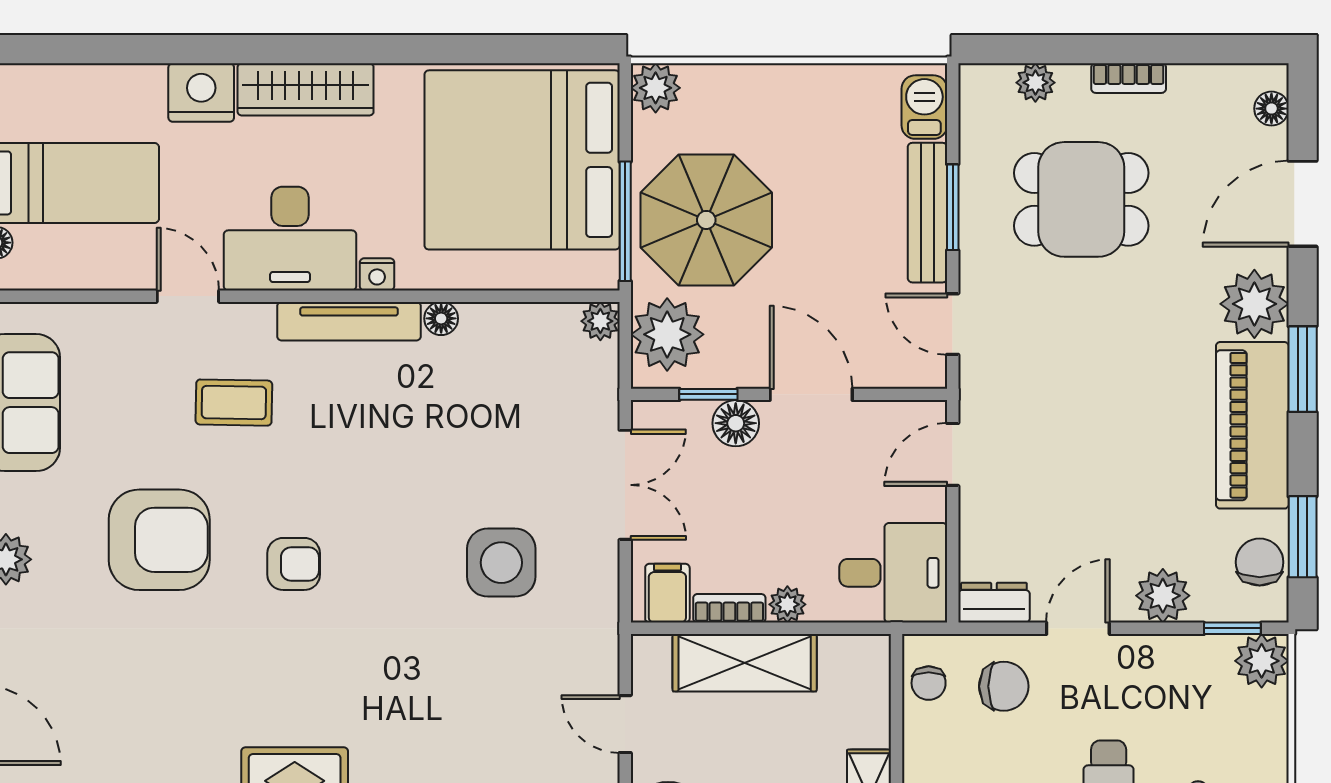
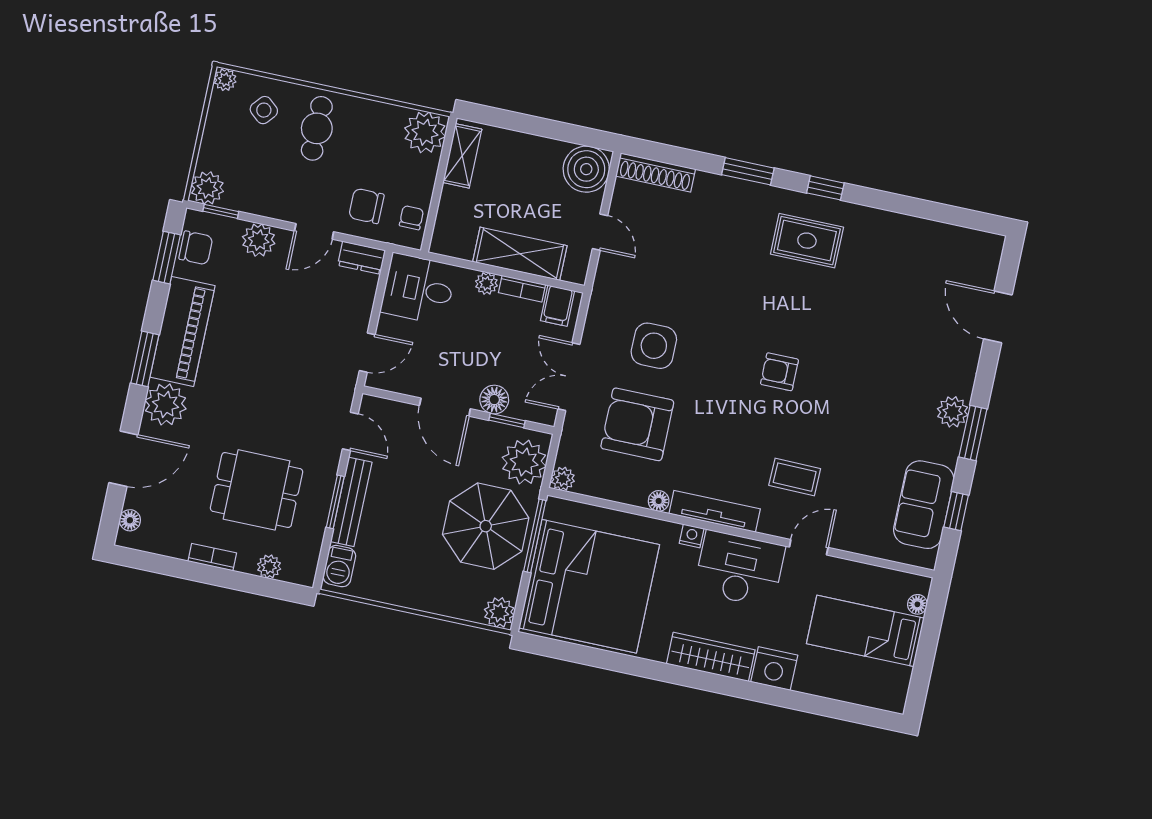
door: (188, 296) -> (809, 547), swing flipped
armchair: (159, 540) -> (637, 424), moved
chair: (1260, 562) -> (196, 248), turned -90

